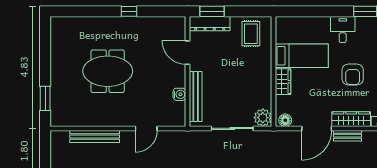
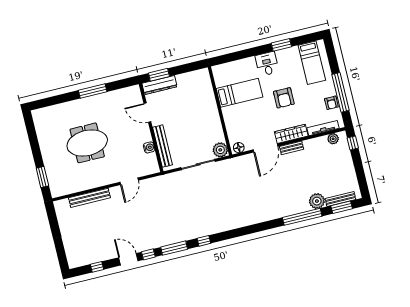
window: (129, 11) -> (93, 91), width x2.17
rug: (251, 34) -> (194, 85), removed
wardrobe: (283, 82) -> (229, 117), removed

